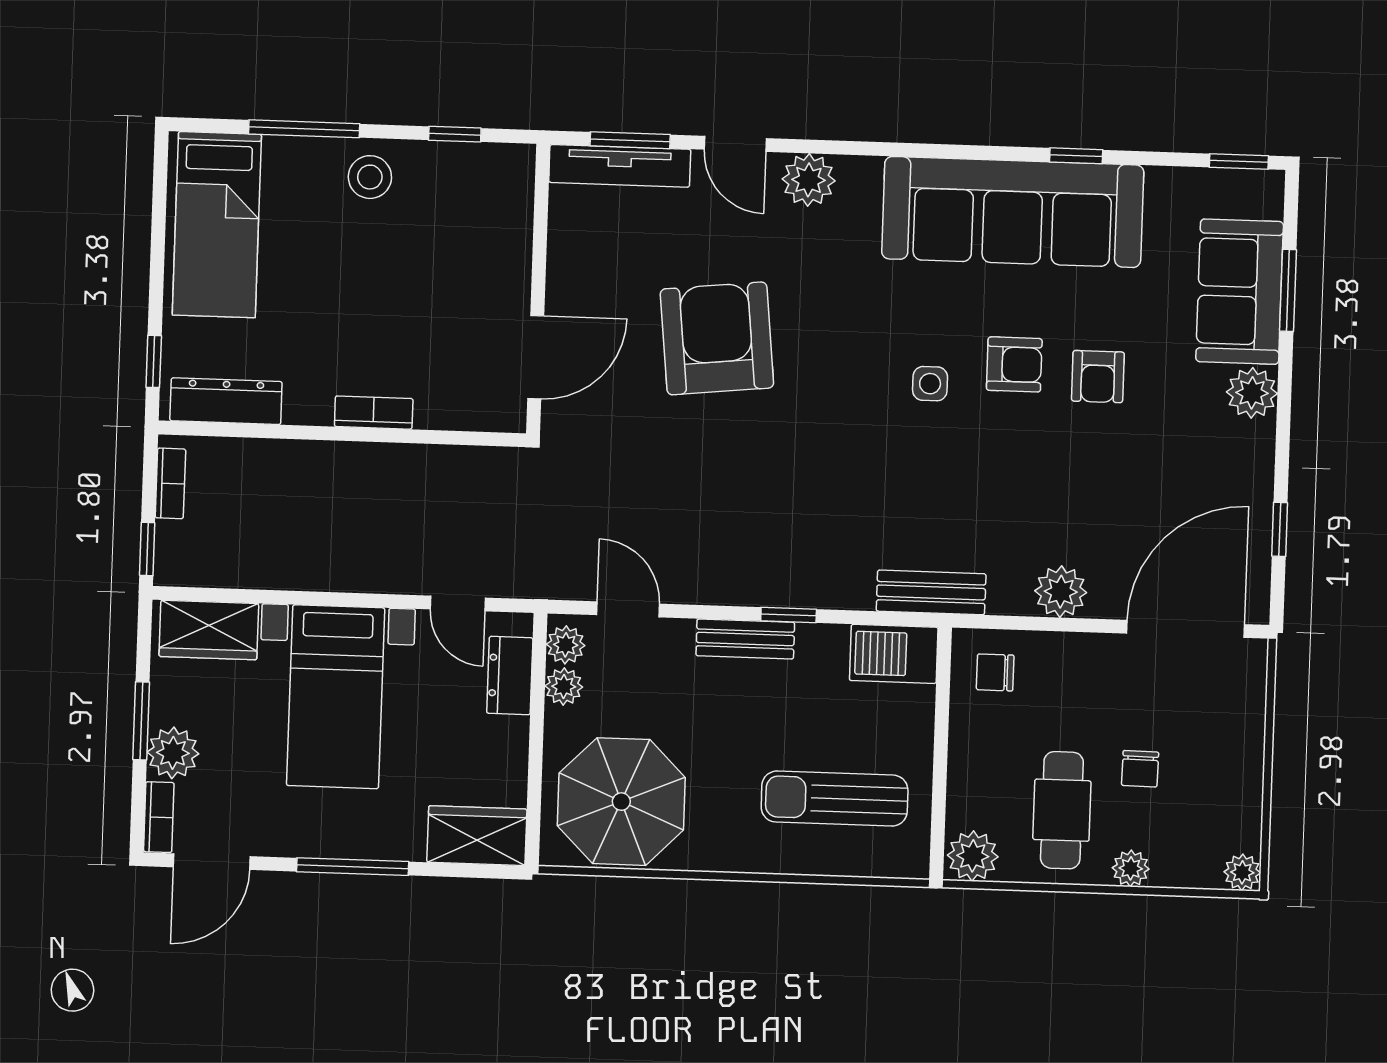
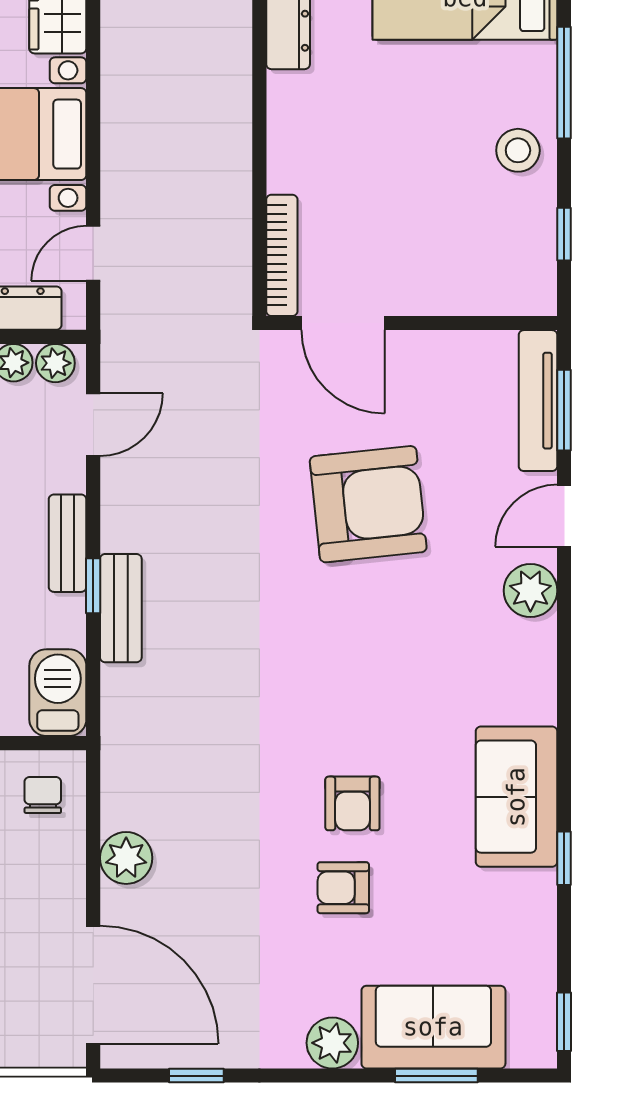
sofa: (1013, 212) -> (516, 797), width x0.54, depth x0.79
side table: (930, 384) -> (330, 720), removed
bookcase: (374, 413) -> (282, 255), moved, width x1.56
bench: (931, 592) -> (121, 608), moved

